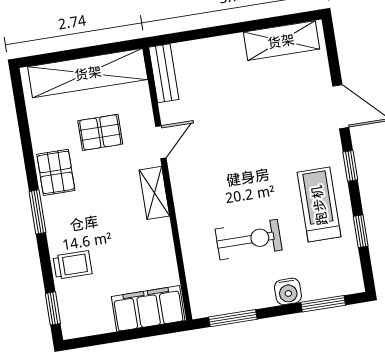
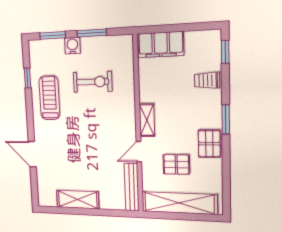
shelving: (281, 41) -> (78, 200), moved
bench: (164, 73) -> (132, 187), width x1.36
window: (350, 166) -> (30, 118), removed
treadmill: (319, 205) -> (49, 98), turned 180
exercise bike: (249, 240) -> (93, 82), turned 180
window: (233, 318) -> (92, 33), moved

